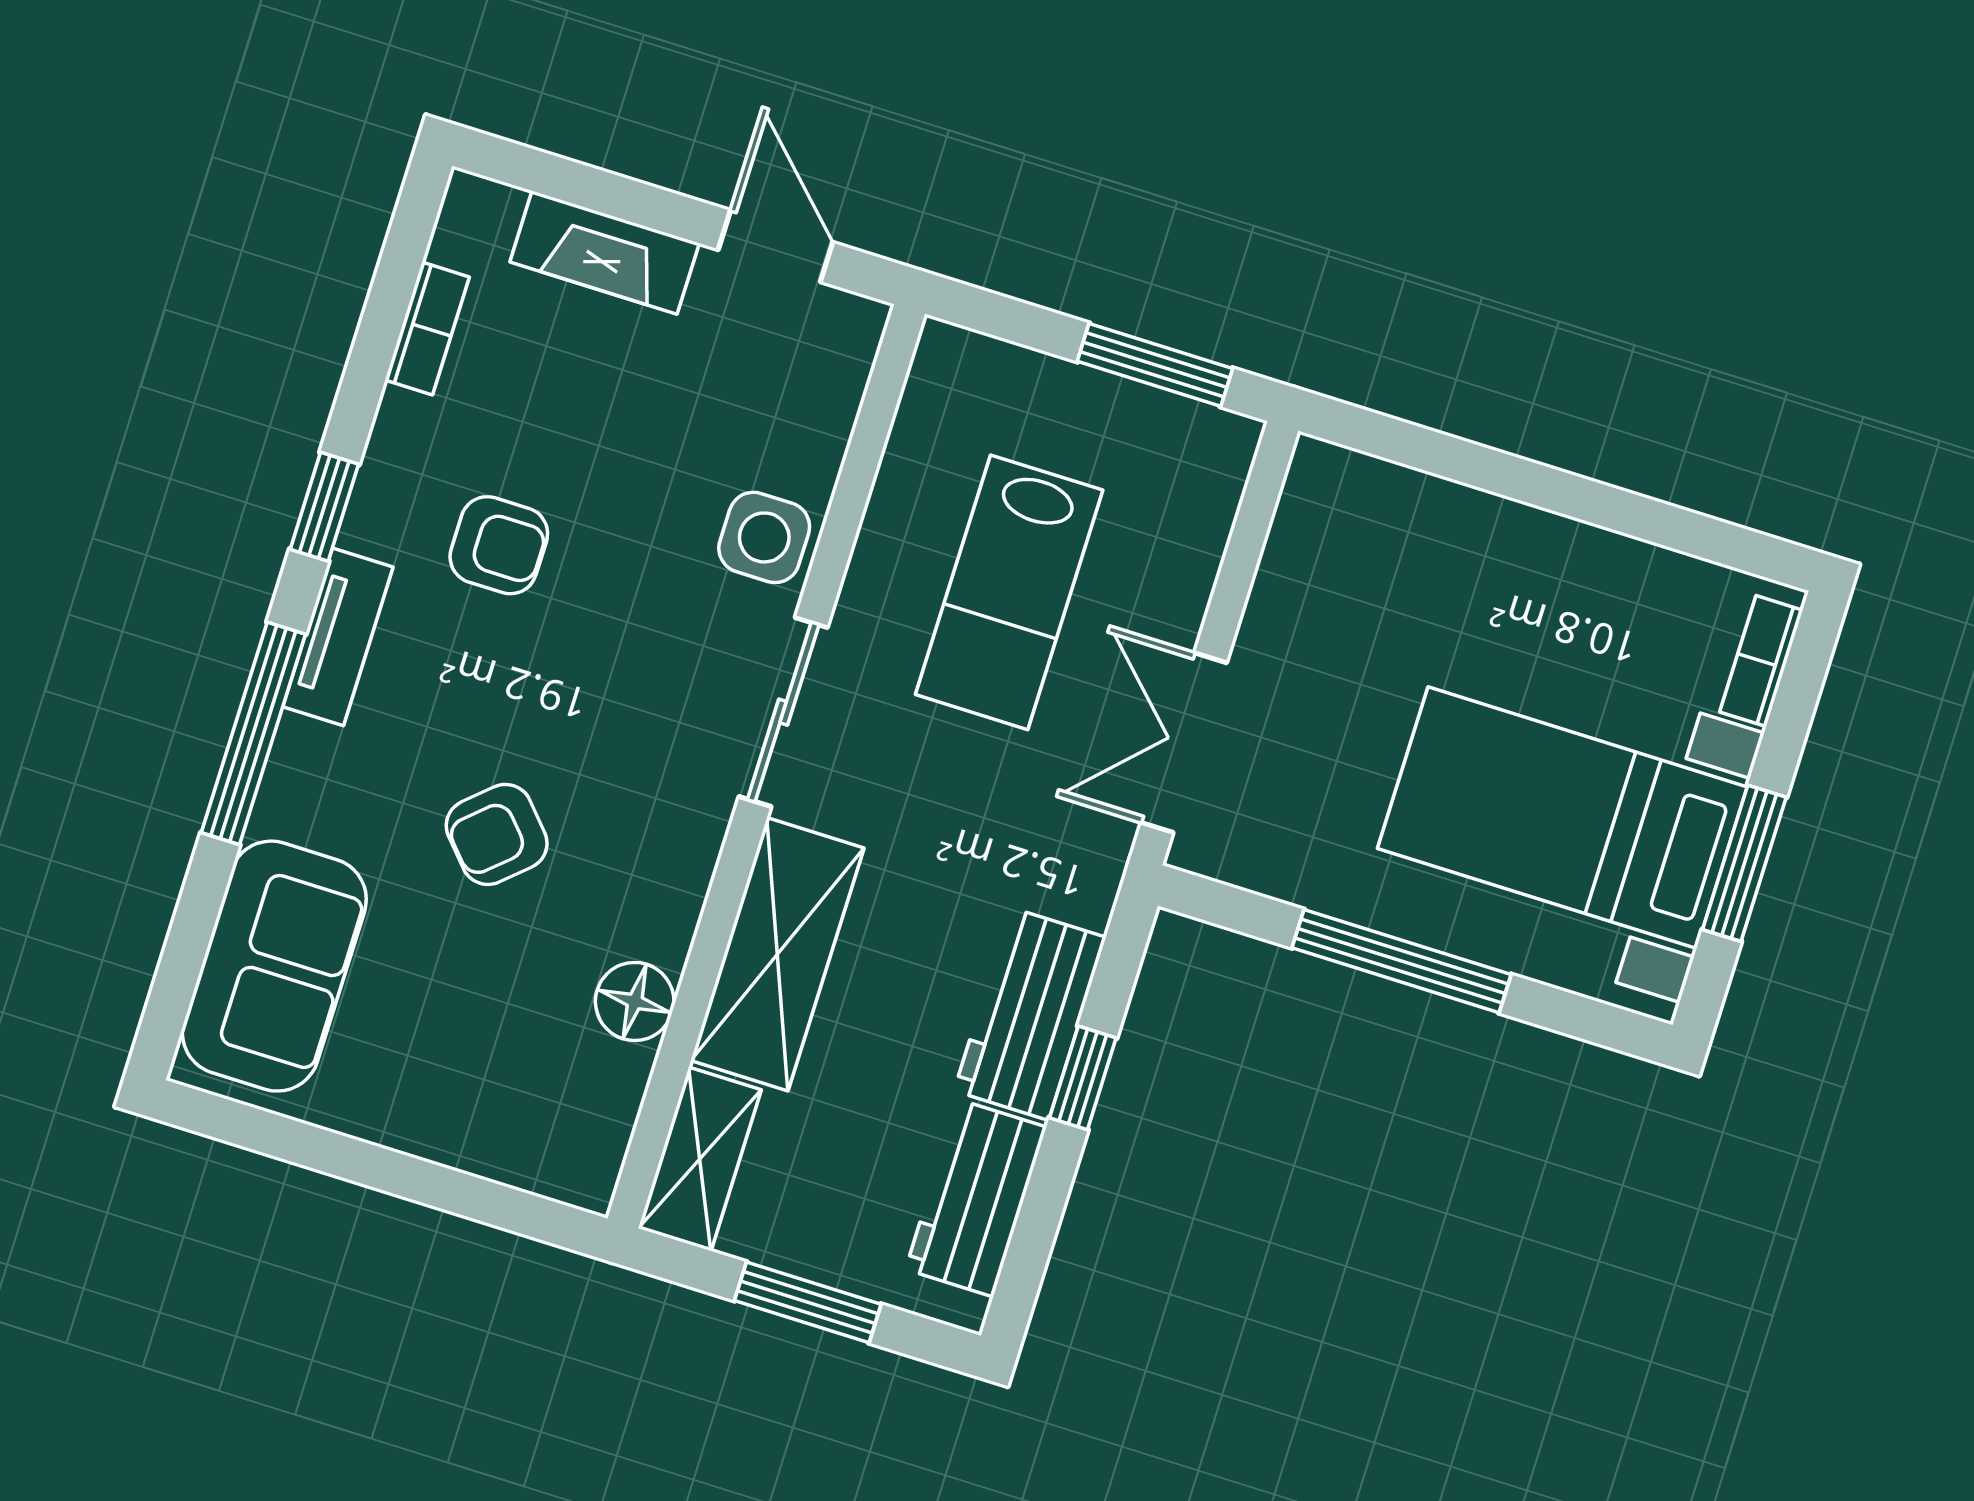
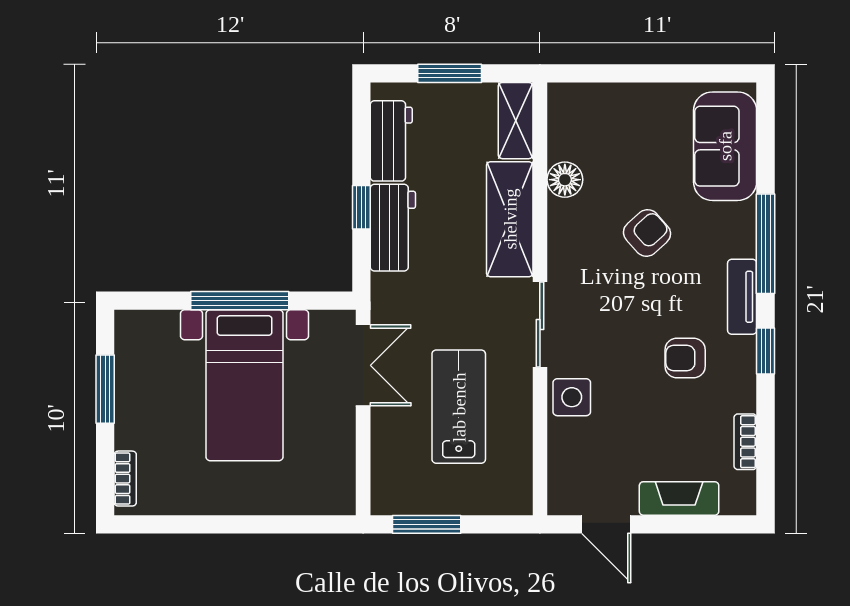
bed with nightstands: (1562, 818) -> (245, 385), moved, turned 90

